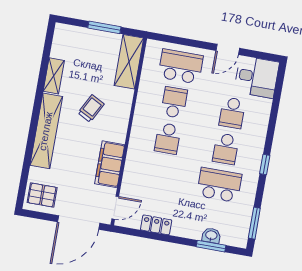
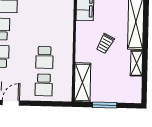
school desk: (181, 66) -> (44, 85), width x0.54
school desk: (168, 139) -> (45, 30), removed

